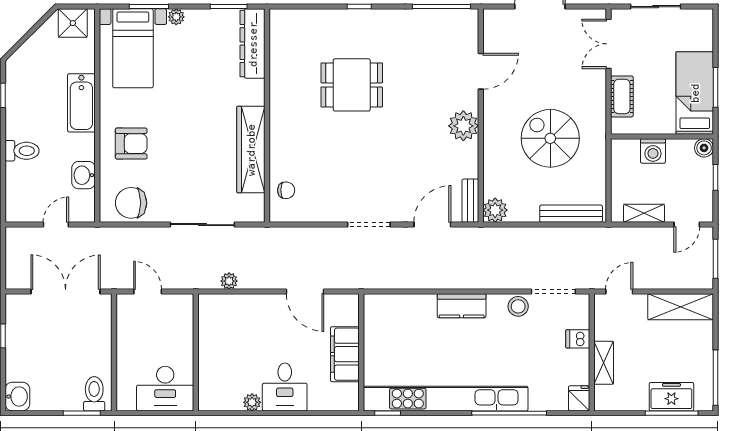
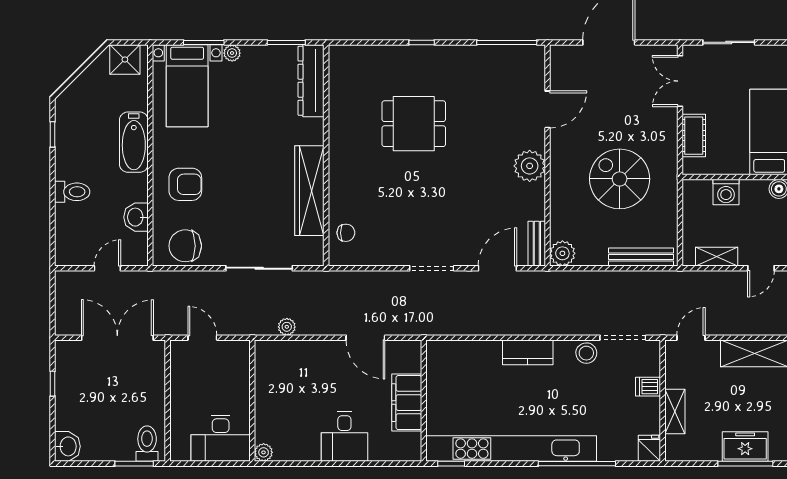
plant: (252, 402) -> (264, 452), moved

